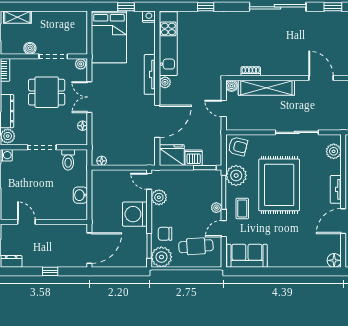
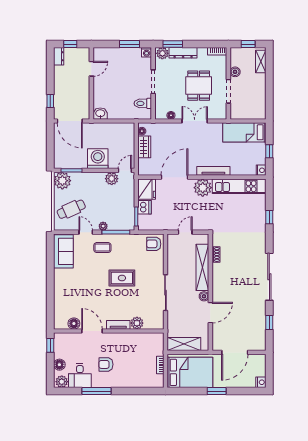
bed: (109, 37) -> (244, 132), width x0.67
plant: (81, 64) -> (222, 114), removed
plant: (165, 82) -> (203, 188), width x1.88, depth x1.88
boiler: (231, 86) -> (204, 296), moved
door: (157, 121) -> (175, 177), swing flipped
armchair: (238, 146) -> (154, 244), turned 76
plant: (334, 151) -> (137, 323), moved
wardrobe: (121, 158) -> (144, 147), added
plant: (236, 175) -> (130, 242), removed
rug: (279, 185) -> (122, 278), width x0.54, depth x0.49
washbasin: (80, 195) -> (100, 114), moved
chair: (165, 234) -> (82, 184), removed
cafe table: (196, 246) -> (71, 209), turned 70
floor lamp: (334, 260) -> (74, 324), moved
window: (50, 271) -> (50, 101), moved

